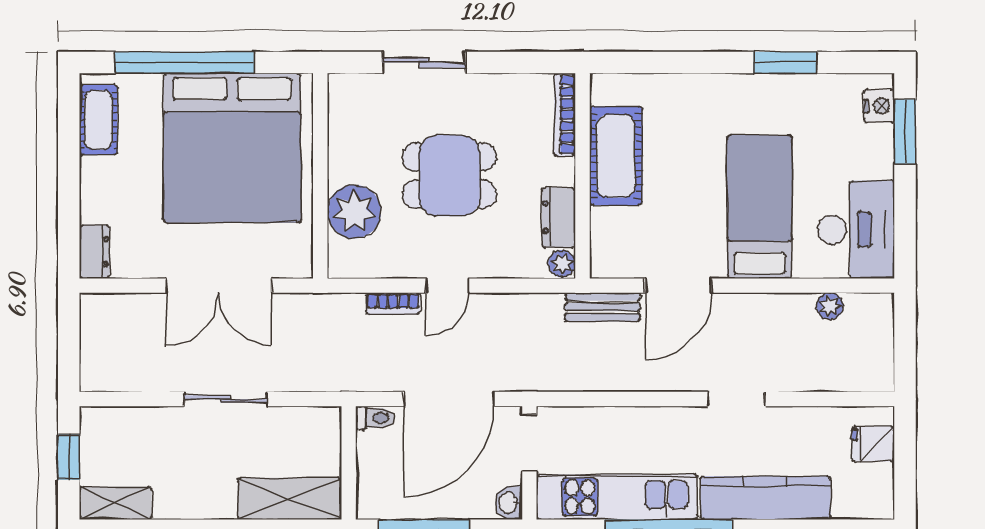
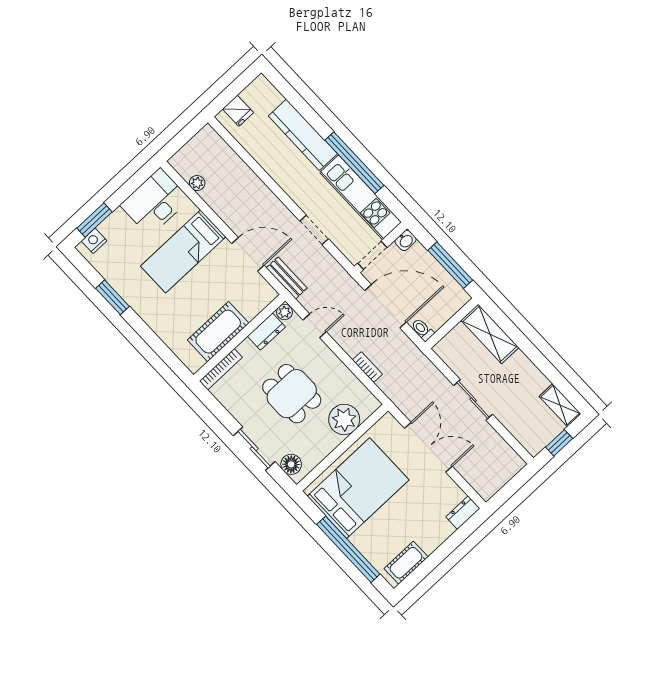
floor lamp: (360, 91) -> (291, 464), added
bed: (232, 148) -> (358, 488), width x0.73
door: (447, 286) -> (315, 326), moved
doorway: (736, 399) -> (314, 230), moved

